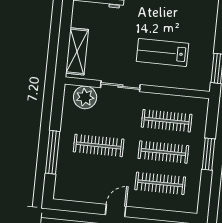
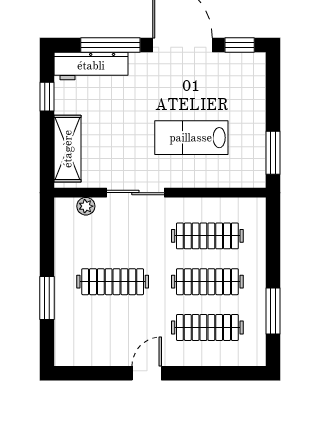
window: (67, 14) -> (47, 97), added
plant: (85, 97) -> (86, 206), width x0.53, depth x0.53
window: (53, 152) -> (47, 298), width x0.69
window: (208, 154) -> (273, 311), moved

